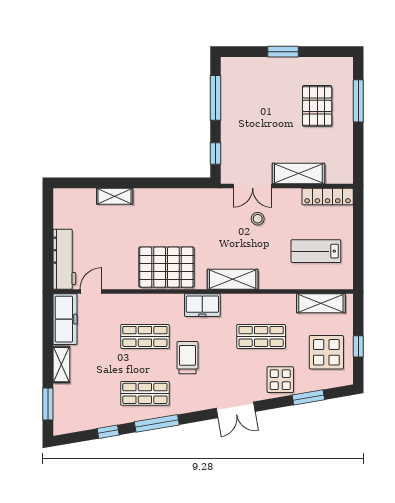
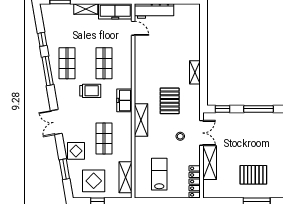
double door: (253, 186) -> (201, 133), swing flipped
shelving: (115, 196) -> (195, 72), moved
pallet: (166, 267) -> (170, 101), moved, width x0.73, depth x0.71

